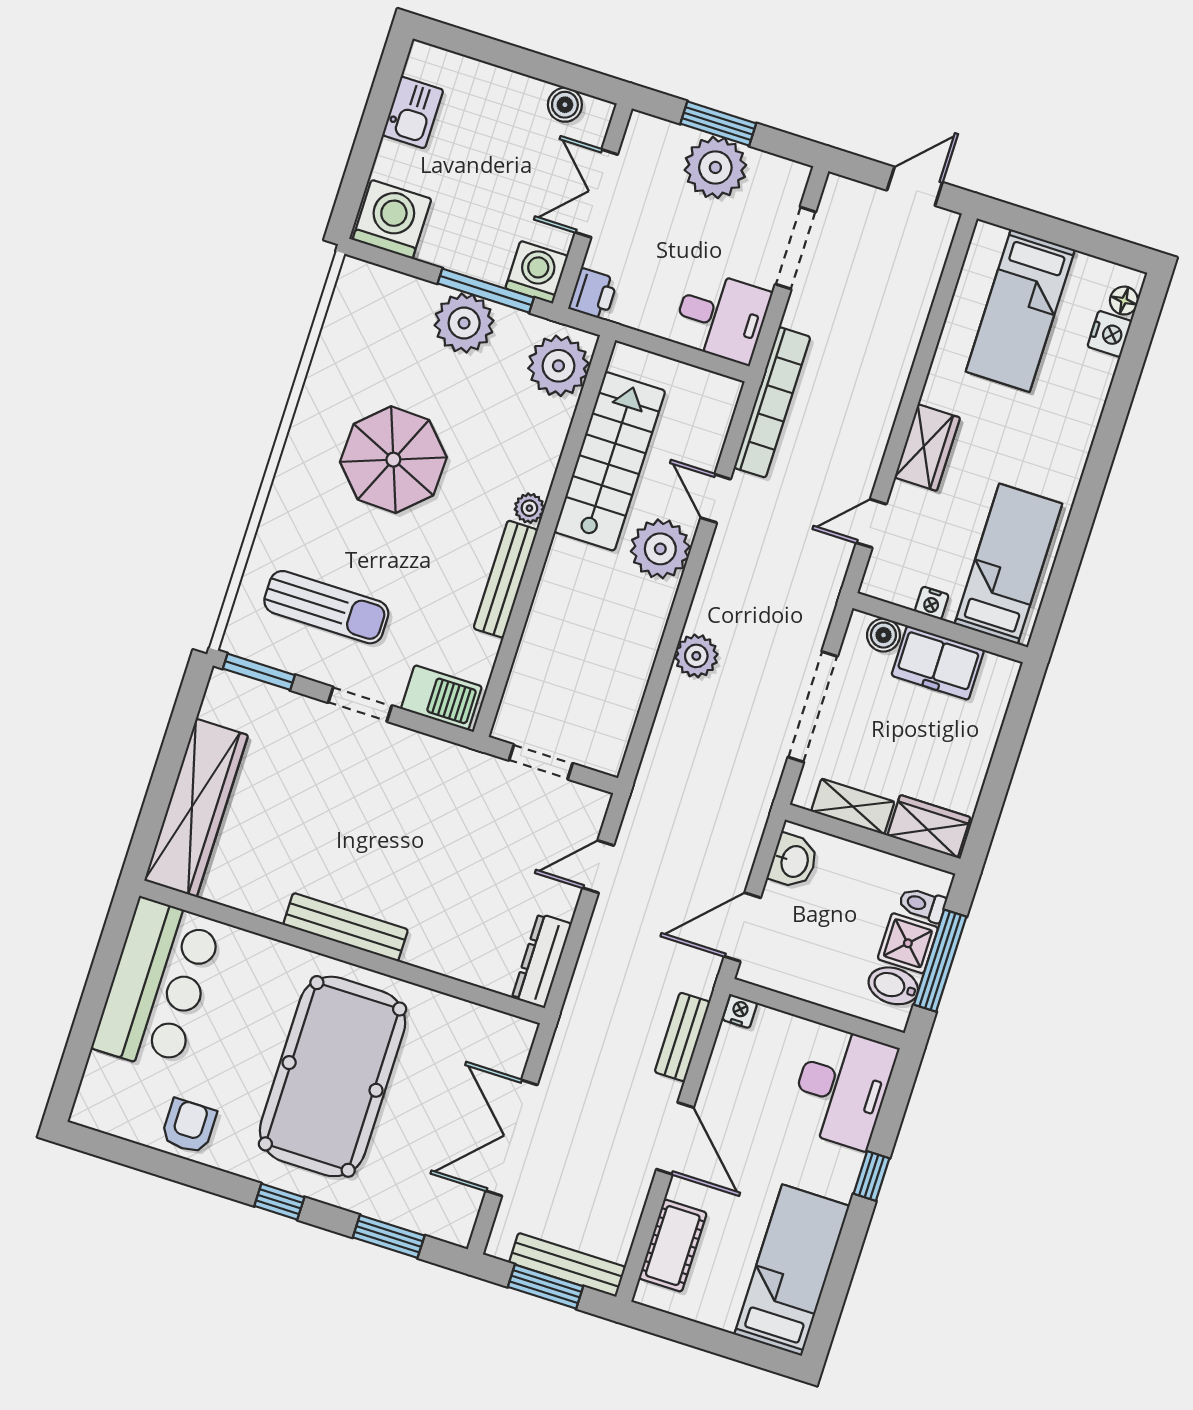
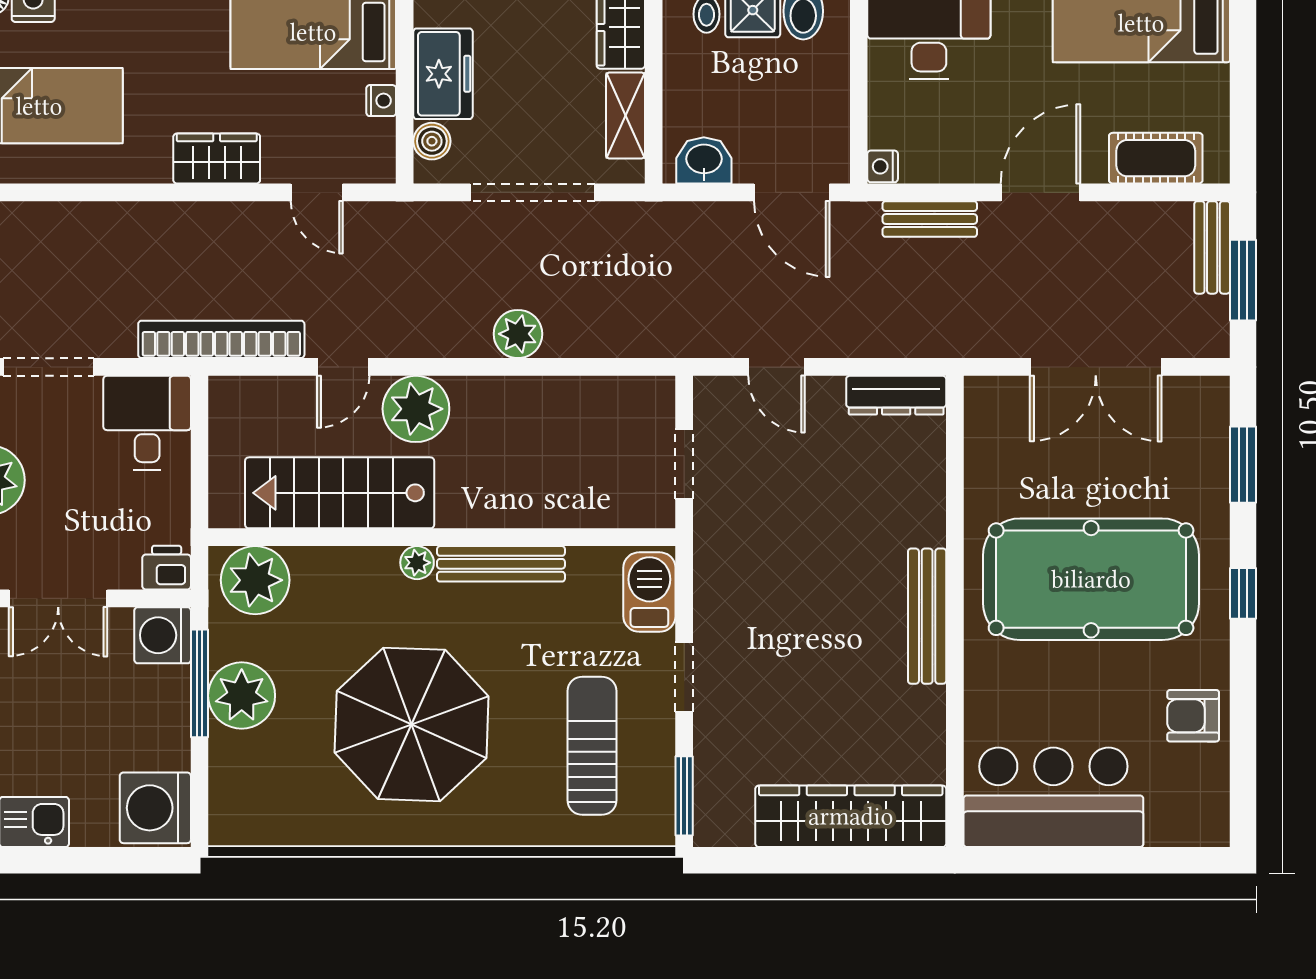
parasol: (393, 460) -> (412, 724), width x1.36, depth x1.36
bench: (567, 1265) -> (1212, 247), width x0.73

